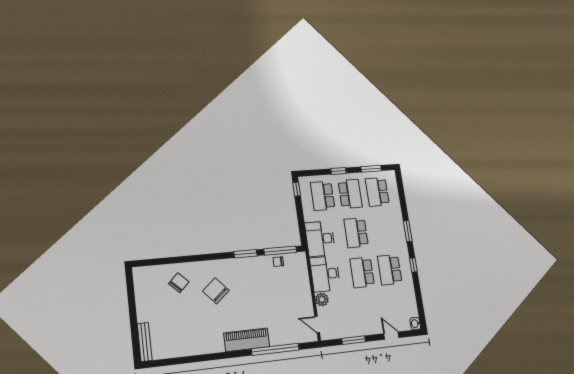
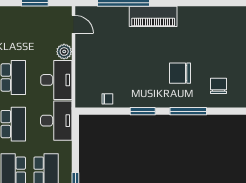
window: (280, 251) -> (188, 111), moved
chair: (179, 283) -> (218, 86), turned 135
chair: (216, 291) -> (180, 73), turned 131

